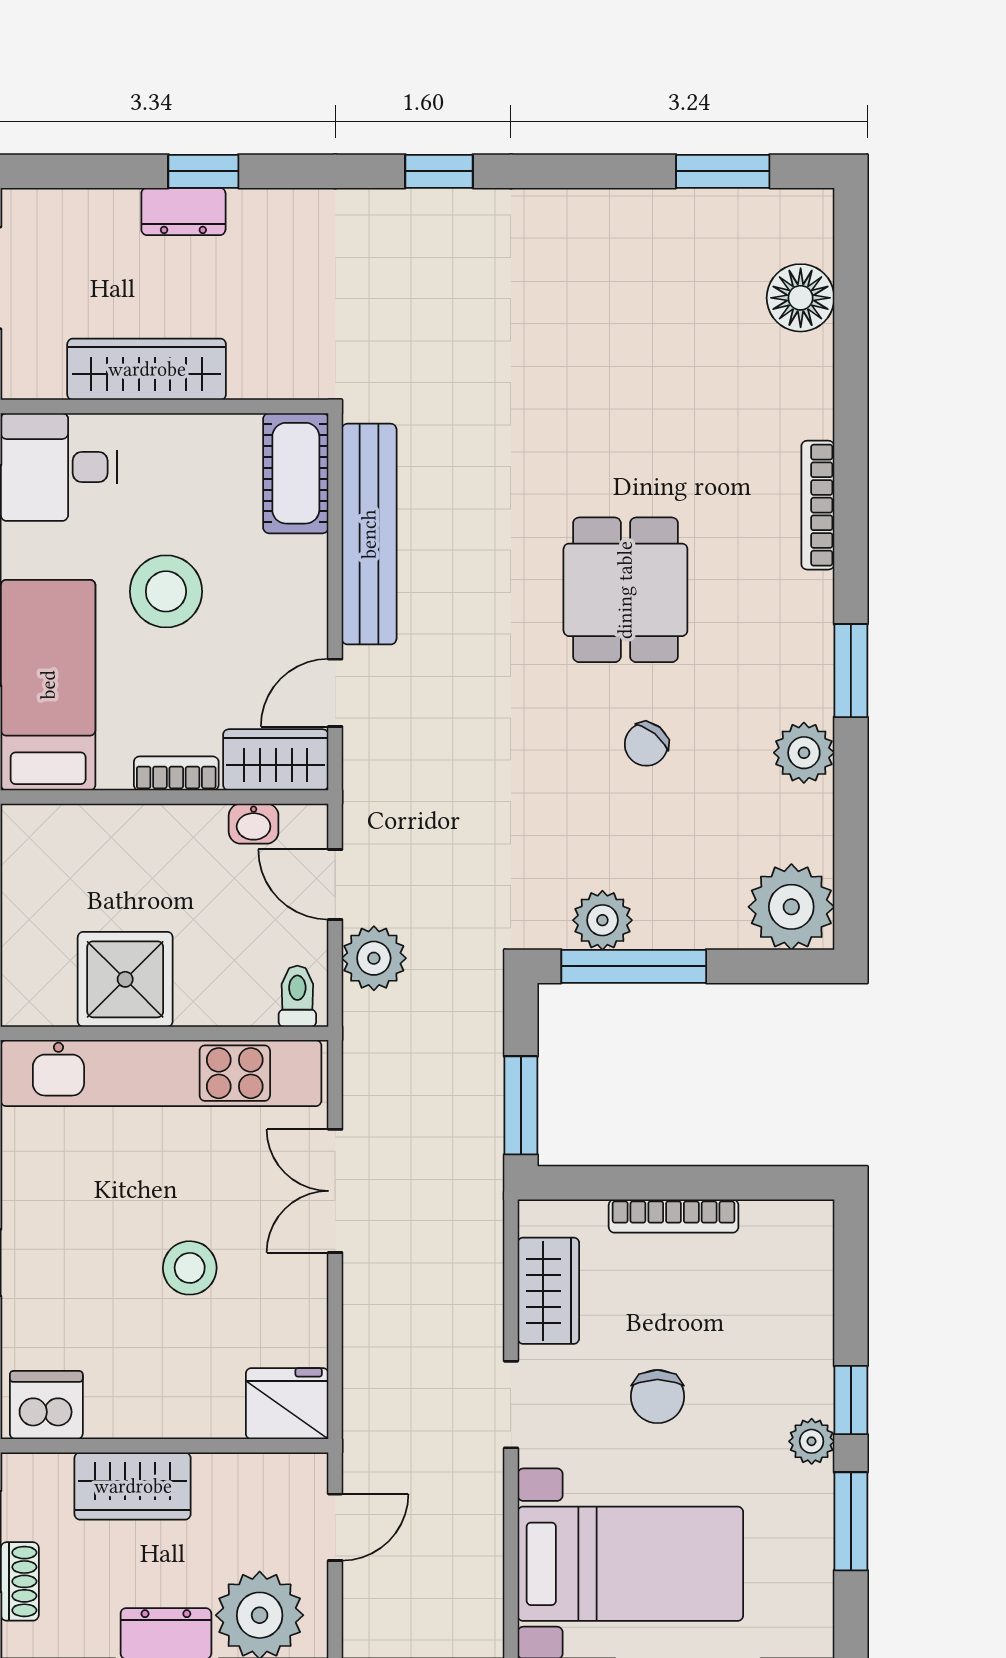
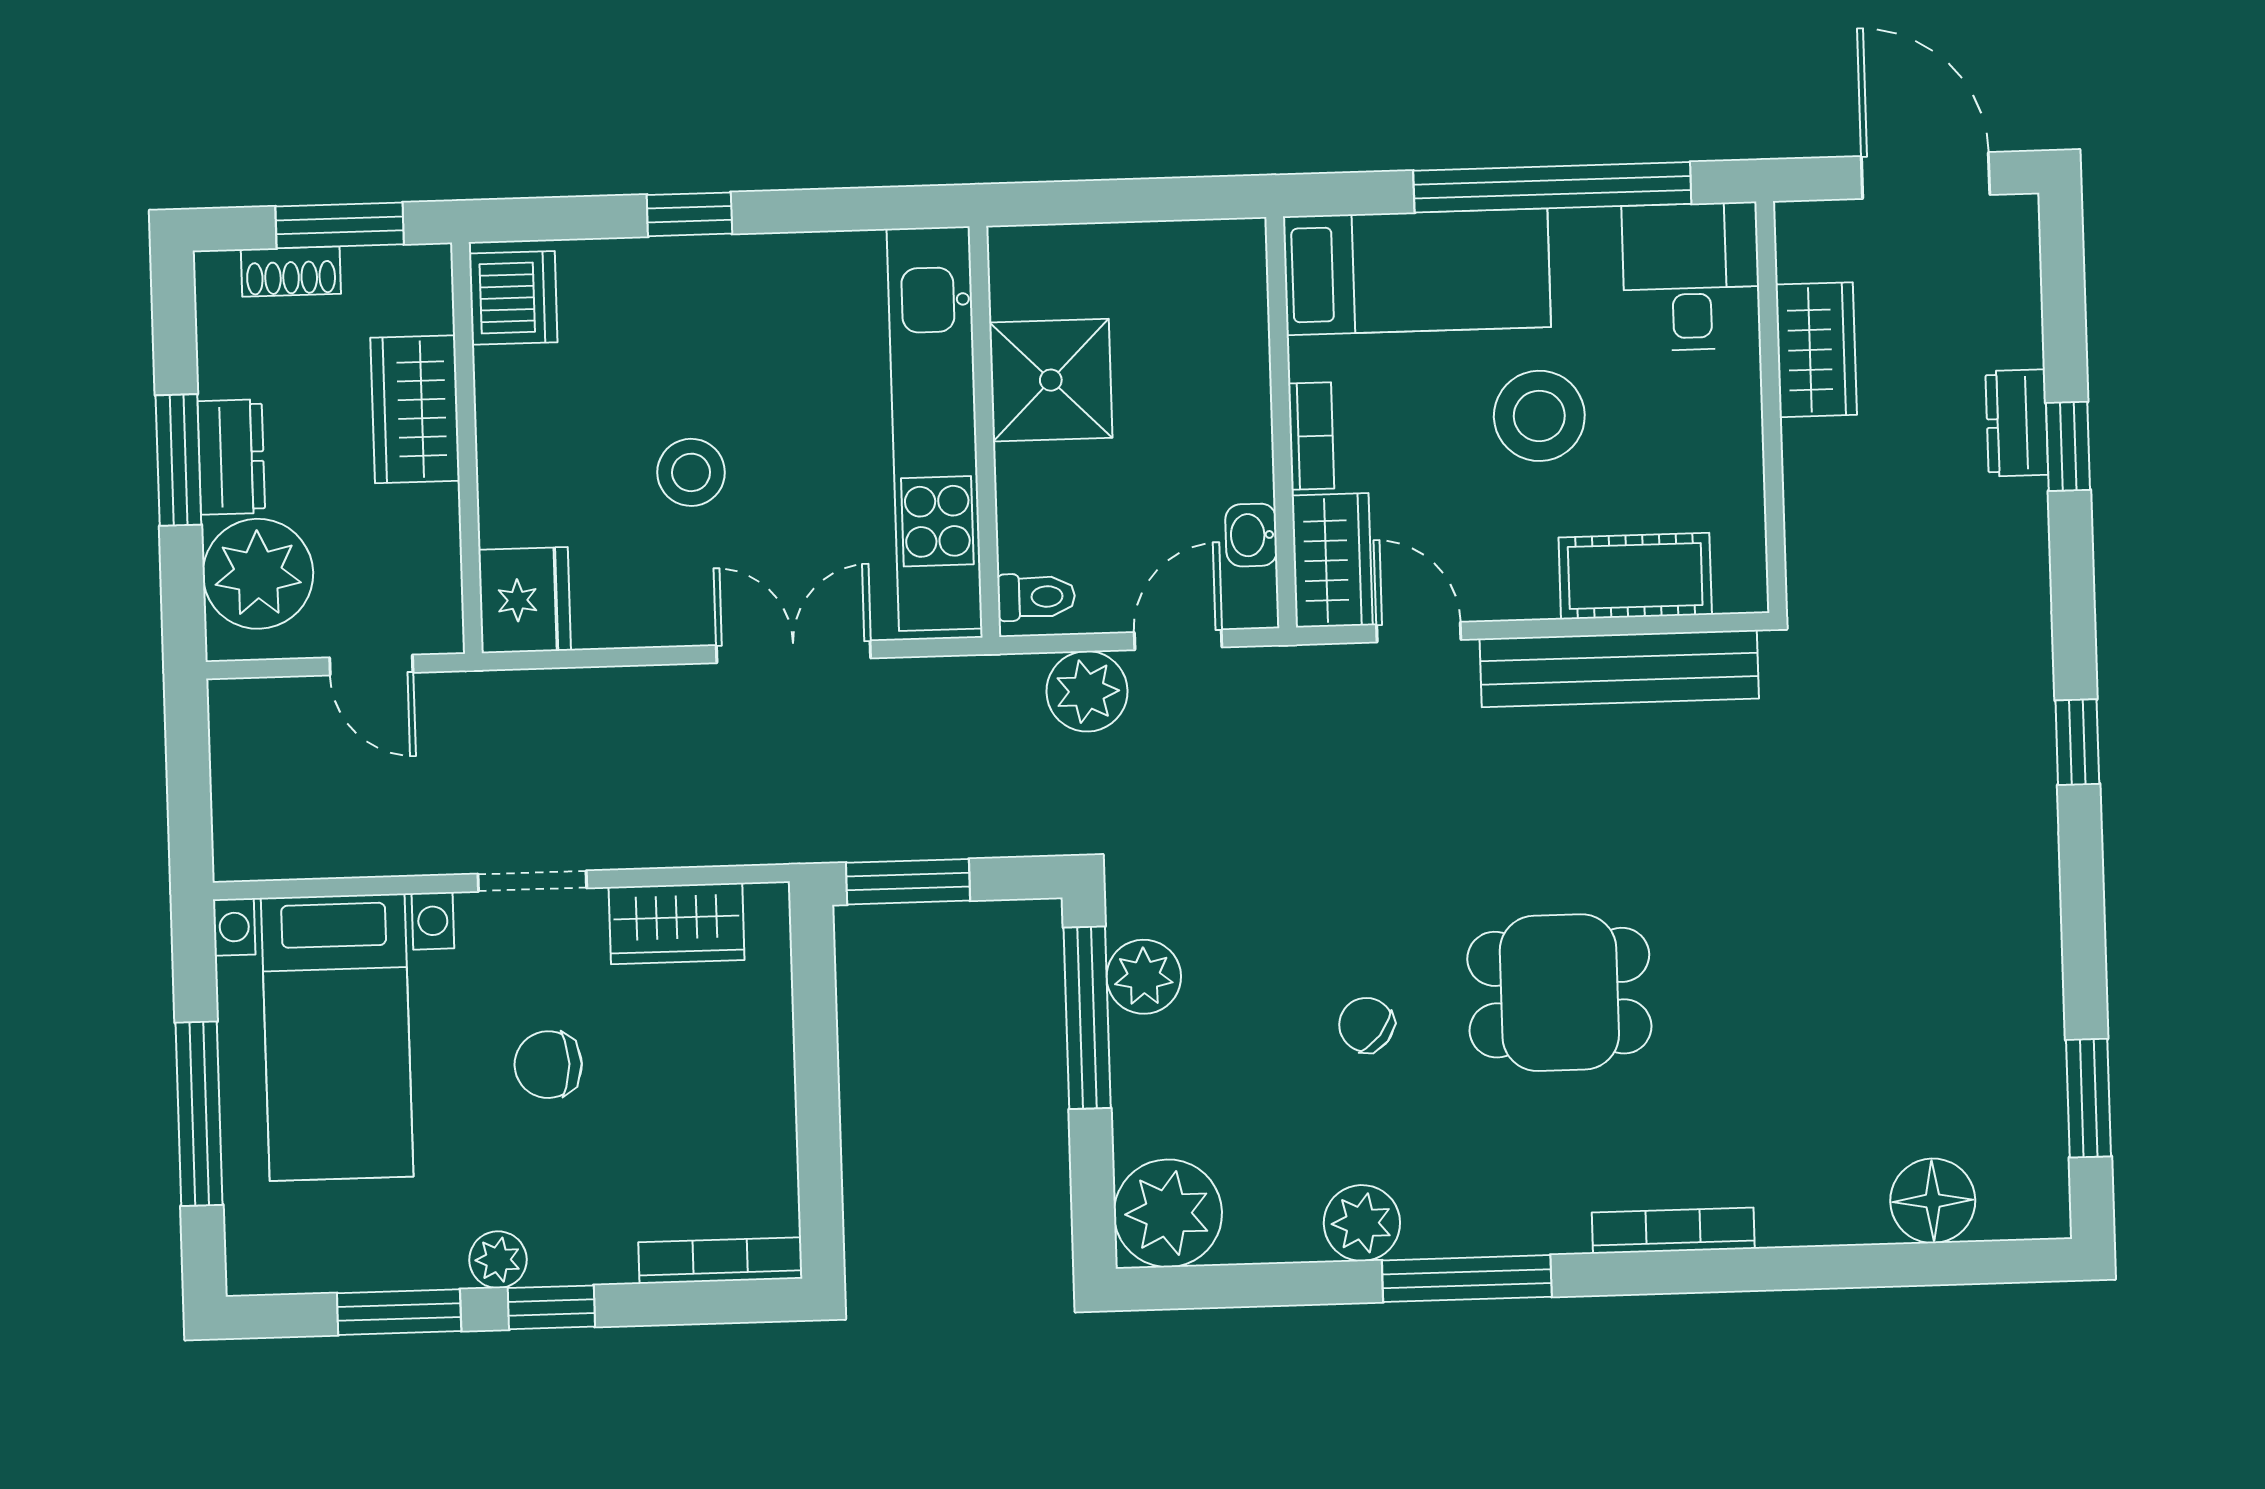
wardrobe: (147, 369) -> (1816, 350), width x0.67
cot: (296, 473) -> (1635, 576), moved
window: (851, 671) -> (1467, 1279), width x1.44
bookcase: (674, 1216) -> (720, 1260), moved, turned 90

